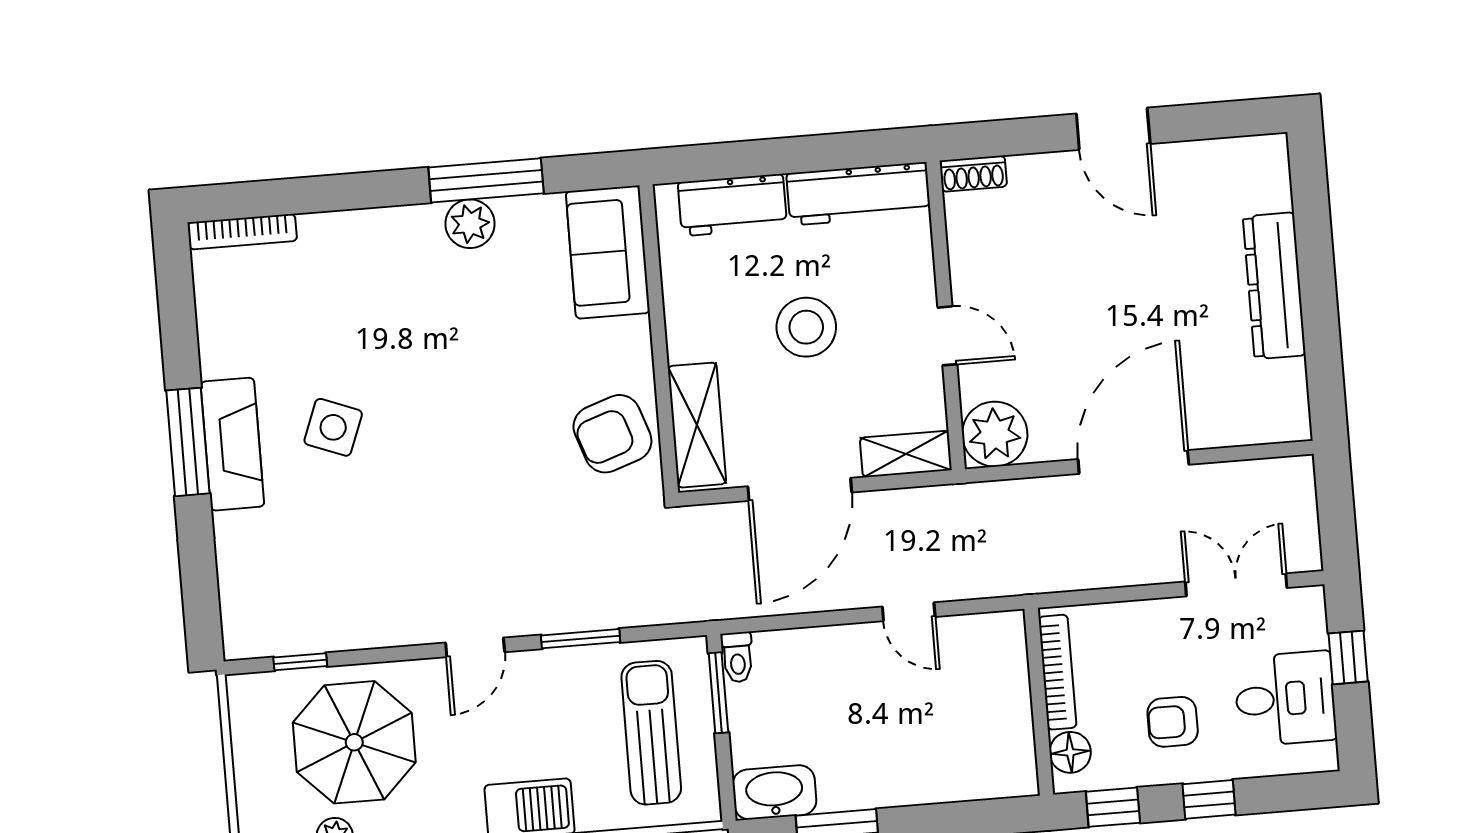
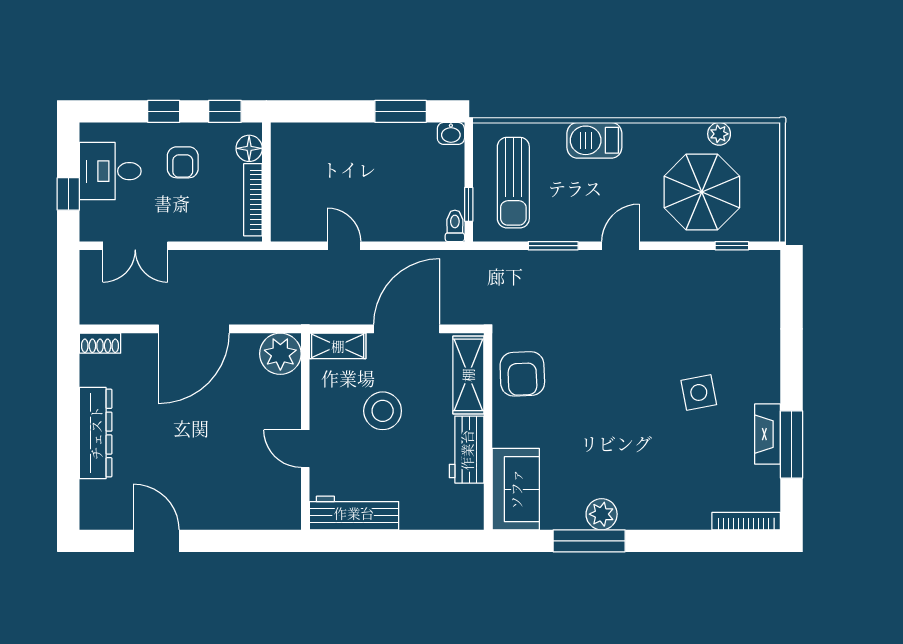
door: (1113, 129) -> (156, 541), moved
shoe rack: (973, 174) -> (100, 343), moved, turned 180
workbench: (732, 205) -> (467, 450), moved, turned -90
stool: (806, 327) -> (383, 411), moved
door: (947, 336) -> (305, 449), moved
side table: (333, 427) -> (699, 392), turned -32
armchair: (612, 434) -> (522, 374), turned 107
window: (188, 442) -> (792, 444), moved
fireplace: (232, 444) -> (768, 434), moved, width x0.73, depth x0.76
window: (718, 693) -> (469, 204), width x0.67
armchair: (1173, 722) -> (183, 162), turned 90
washbasin: (774, 792) -> (451, 133), width x0.52, depth x0.69

